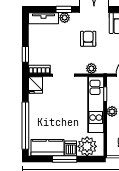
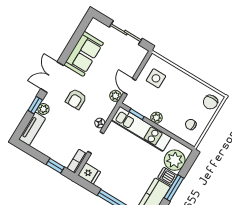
armchair: (88, 39) -> (76, 99), turned -90
plant: (91, 68) -> (115, 96), moved
floor lamp: (81, 69) -> (100, 123), added

